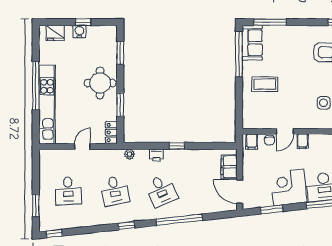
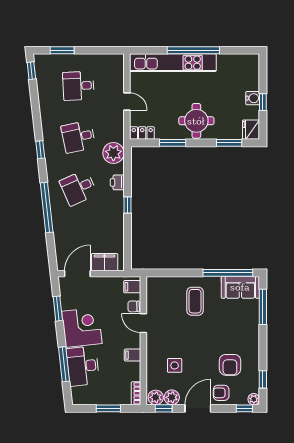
fridge: (55, 33) -> (251, 130), moved
filing cabinet: (303, 141) -> (133, 355), moved
plant: (130, 154) -> (113, 153), width x1.88, depth x1.88

